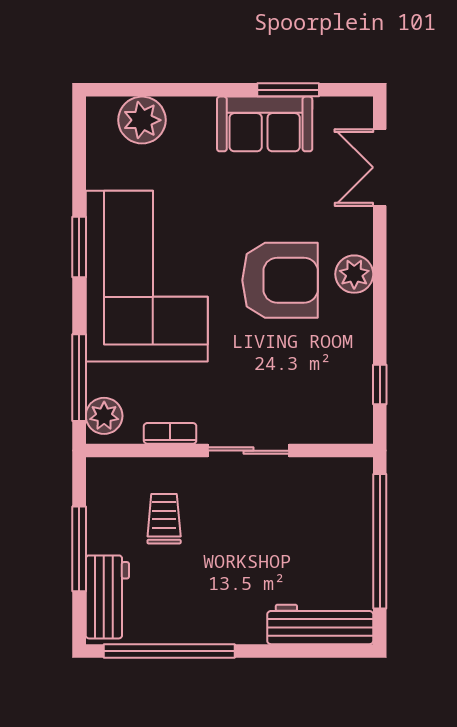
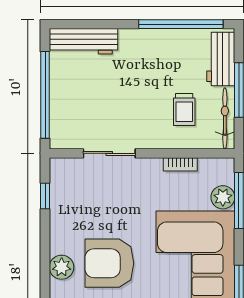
plant: (104, 416) -> (223, 197), moved
sliding door: (248, 451) -> (109, 153), moved
bicycle: (101, 505) -> (225, 118), added

